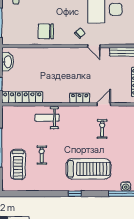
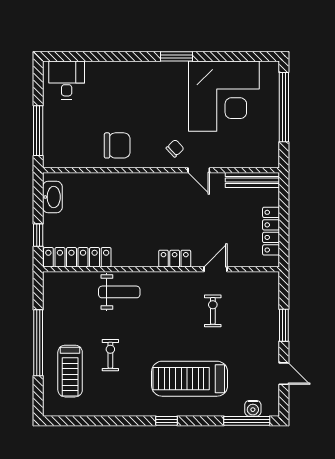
chair: (46, 31) -> (117, 145), turned 180
weight bench: (47, 118) -> (119, 292), turned 180
treadmill: (88, 169) -> (190, 379), turned 180

